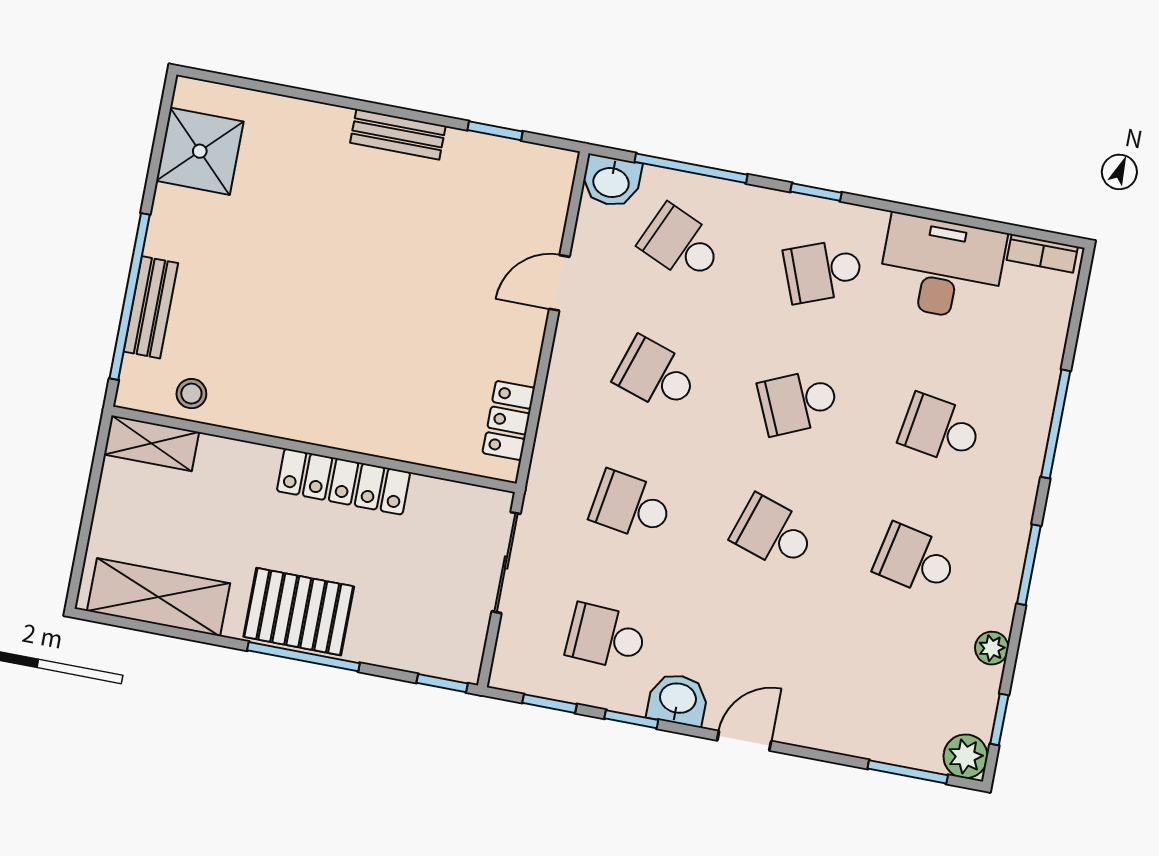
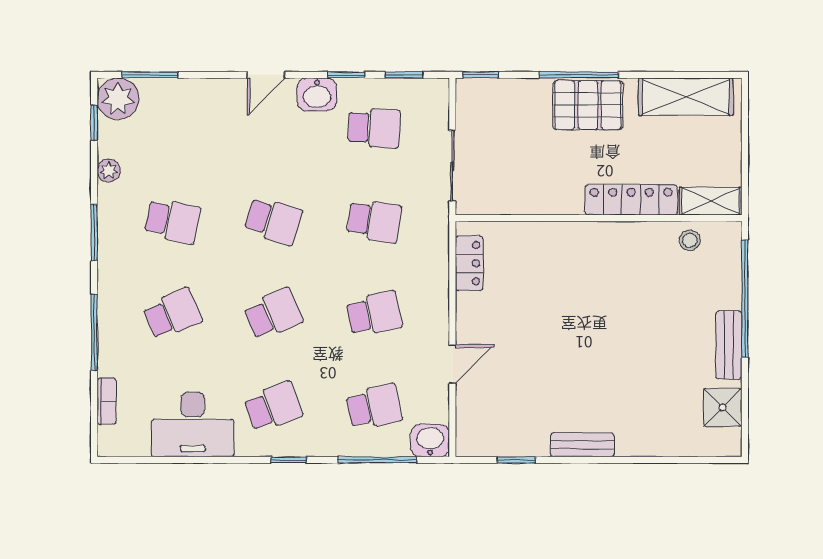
shower: (200, 151) -> (723, 407), width x0.73, depth x0.73
school desk: (681, 244) -> (374, 407), turned -36
bookcase: (1042, 253) -> (107, 401), moved, turned 90
bench: (151, 307) -> (729, 345), moved
school desk: (656, 375) -> (374, 314), turned -30
school desk: (940, 429) -> (172, 314), turned -33
locker: (343, 482) -> (631, 200), moved
plant: (966, 756) -> (118, 99), width x1.36, depth x1.36

